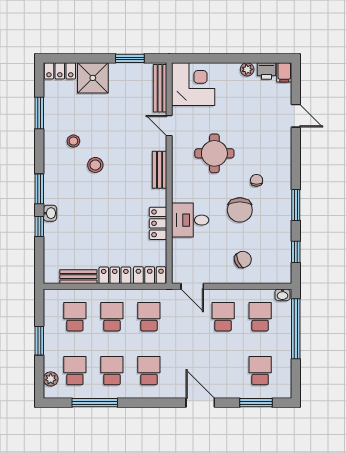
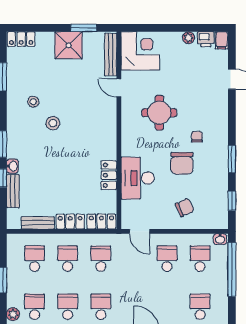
shower: (93, 78) -> (69, 45), moved
bench: (160, 170) -> (13, 191), moved
desk: (190, 220) -> (138, 178), width x1.37

